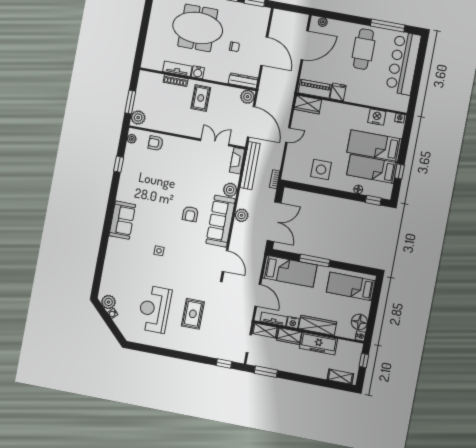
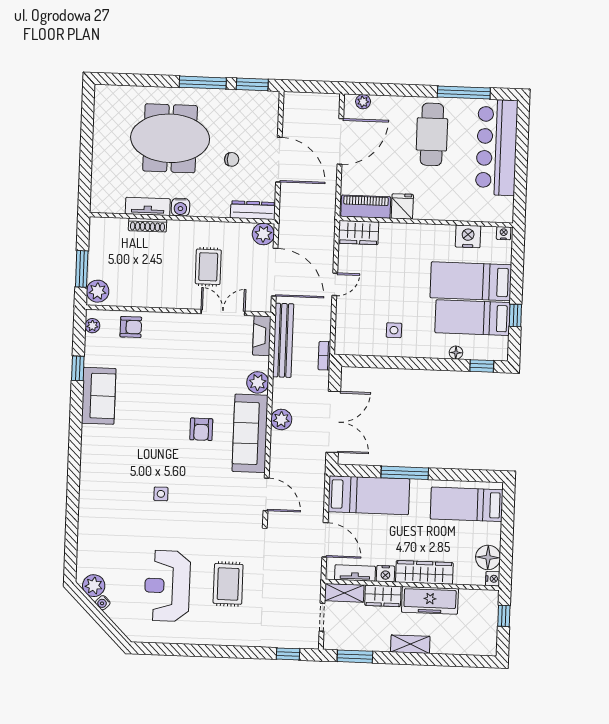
rug: (201, 98) -> (208, 267), moved
armchair: (156, 143) -> (131, 327), turned 180
side table: (321, 169) -> (394, 330), width x0.54, depth x0.54
sofa: (122, 220) -> (99, 396), moved
shelving: (340, 377) -> (410, 644), moved

